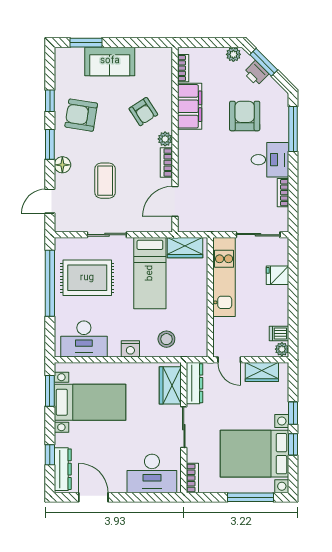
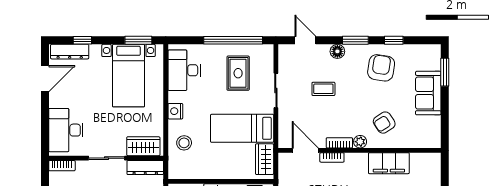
bookcase: (183, 68) -> (332, 157), moved
coffee table: (105, 181) -> (323, 89), width x0.73, depth x0.77
rug: (87, 278) -> (238, 73), width x0.73, depth x0.70

